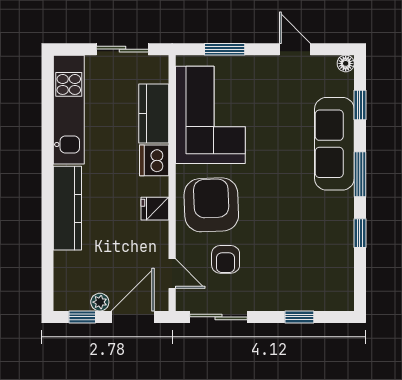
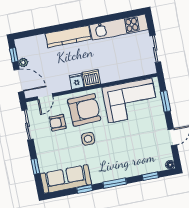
kitchen counter: (154, 113) -> (125, 71), removed
sofa: (334, 144) -> (66, 179), moved
dishwasher: (154, 160) -> (91, 78), moved
side table: (267, 208) -> (88, 139), added

